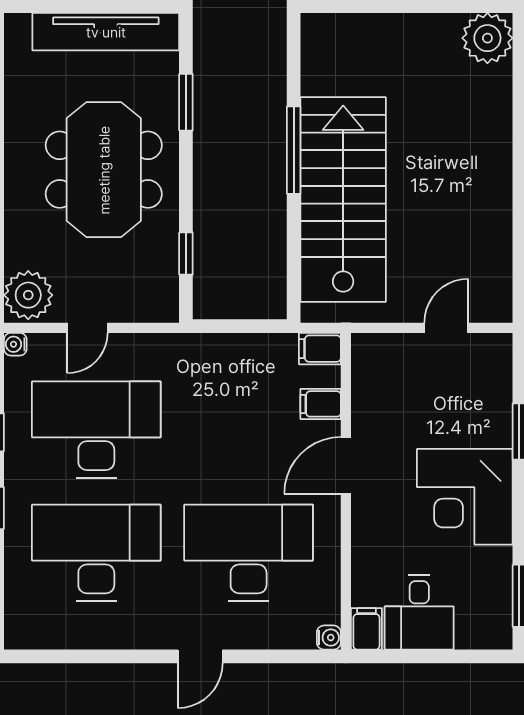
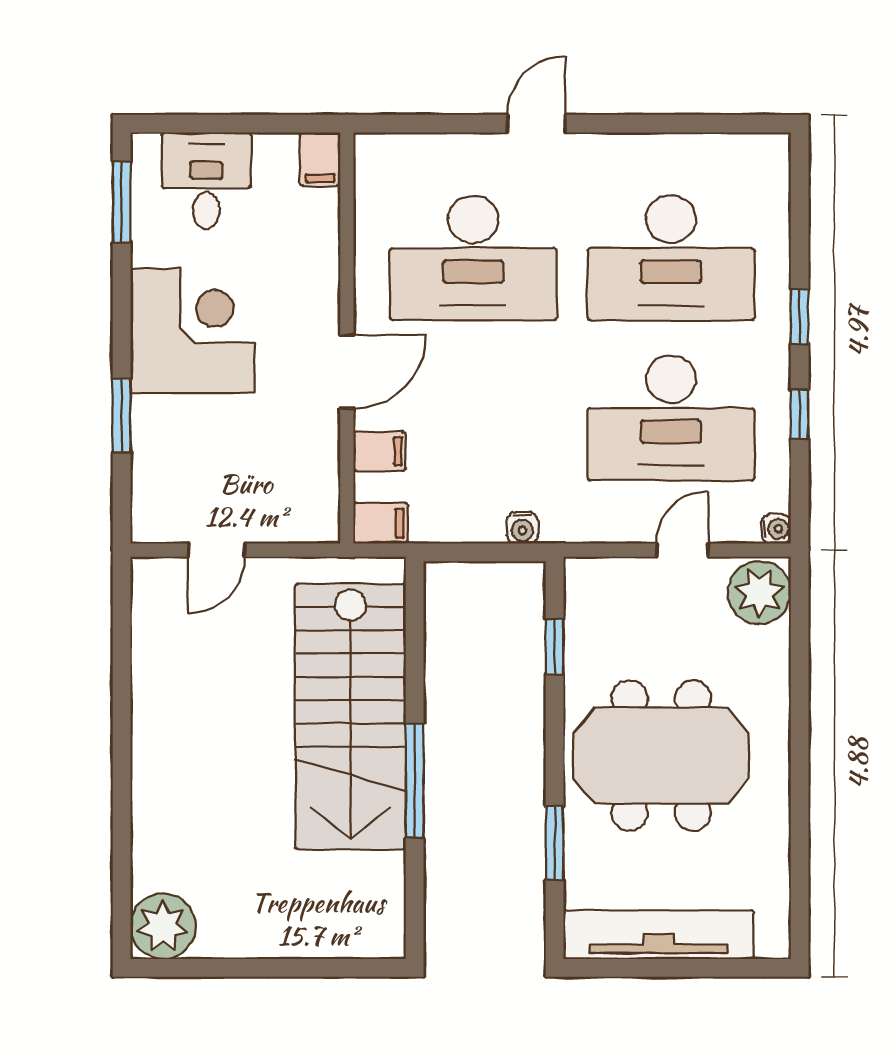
meeting table: (104, 170) -> (661, 756), turned 90
desk: (419, 612) -> (206, 181), moved
water cooler: (329, 638) -> (522, 528), moved, turned -90

